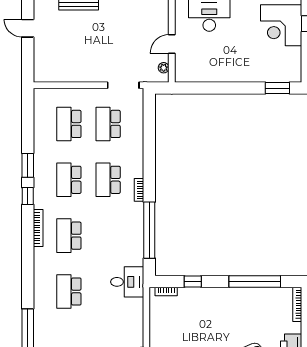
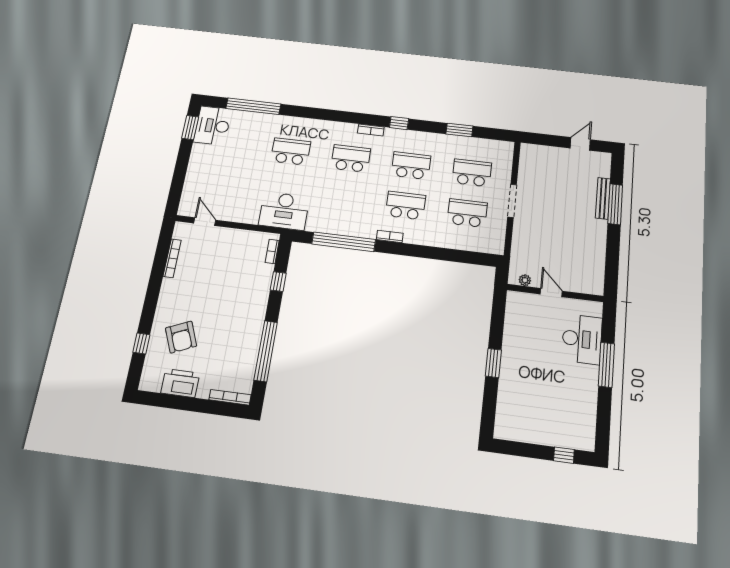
corner desk: (281, 25) -> (564, 423), removed
doorway: (123, 85) -> (512, 201), moved
window: (277, 88) -> (493, 363), moved
window: (28, 165) -> (459, 130), moved
bookcase: (38, 228) -> (371, 130), width x0.64
desk: (127, 282) -> (284, 211), width x1.37

